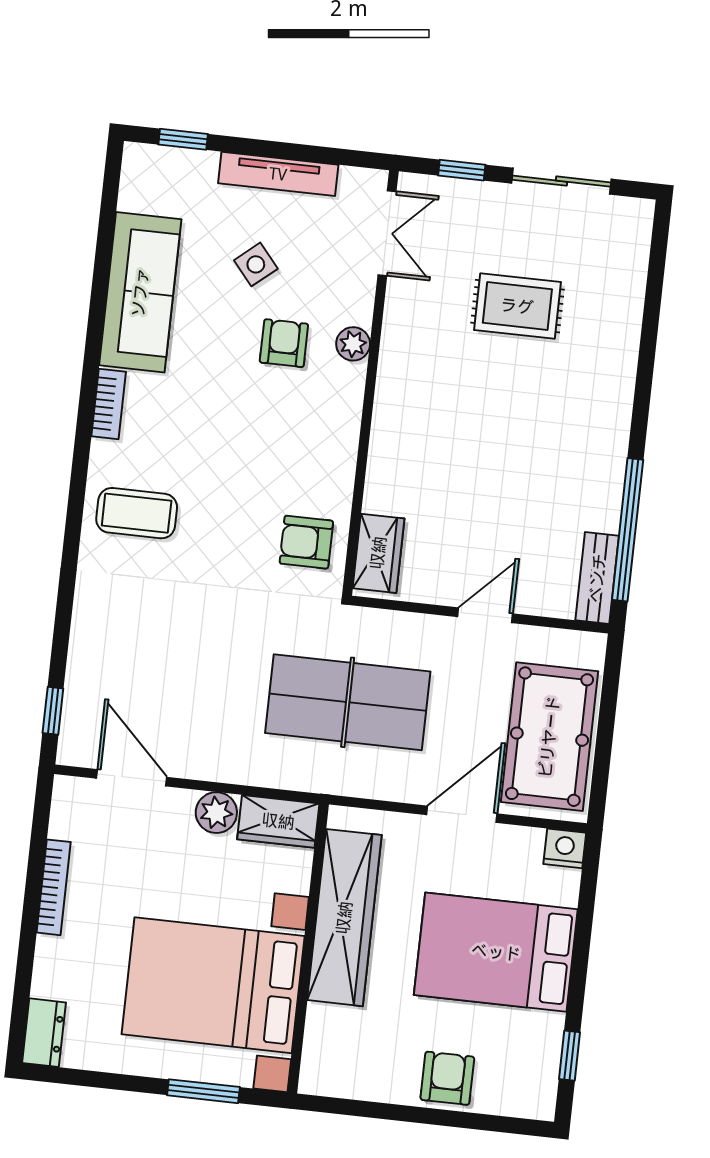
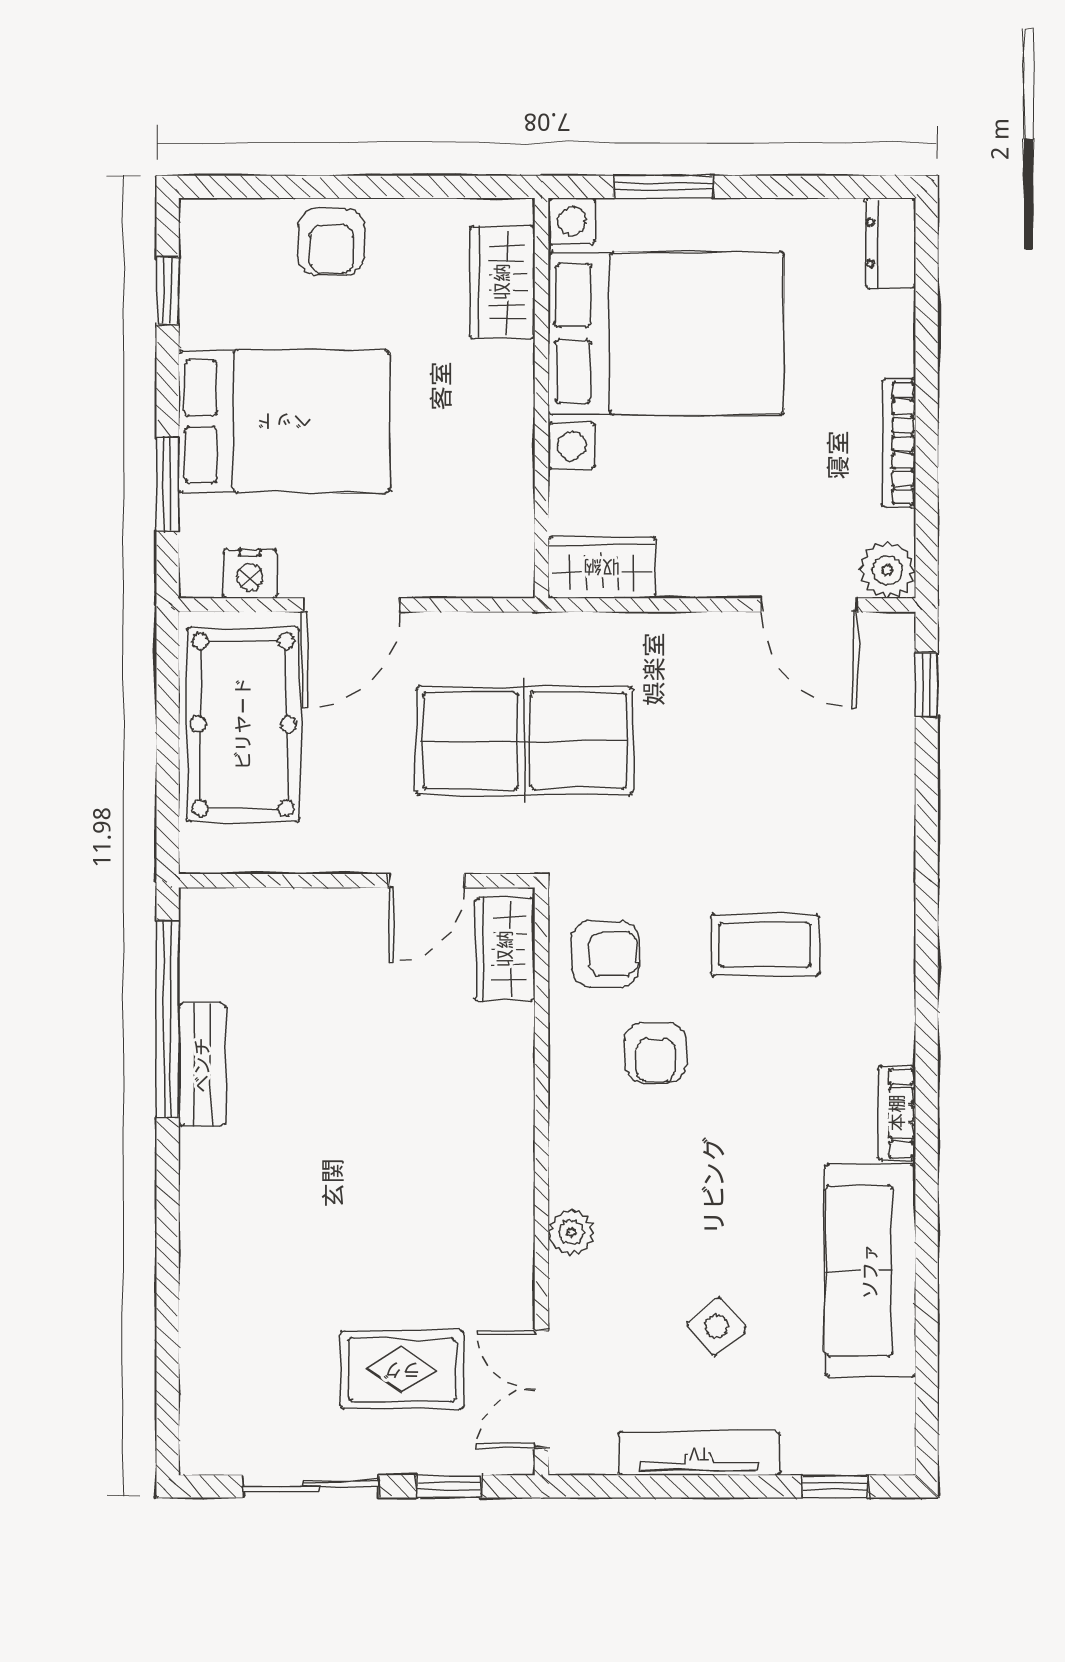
rug: (517, 306) -> (402, 1370), moved
armchair: (284, 343) -> (655, 1053), moved
coffee table: (137, 513) -> (765, 945), moved
bench: (597, 578) -> (202, 1065), moved
door: (485, 615) -> (427, 881), moved
plant: (216, 813) -> (887, 570), moved
nightstand: (565, 848) -> (250, 574), moved
window: (585, 916) -> (168, 485), added
wardrobe: (344, 918) -> (502, 282), moved, width x0.48, depth x0.85

